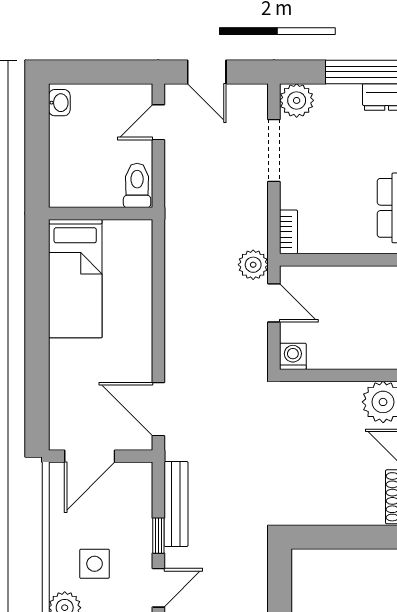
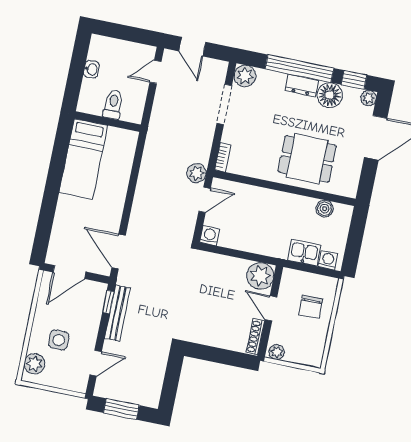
washbasin: (59, 103) -> (91, 69), moved
toilet: (137, 185) -> (113, 104), moved
door: (274, 303) -> (205, 200), hinge flipped
window: (158, 536) -> (108, 302), moved

